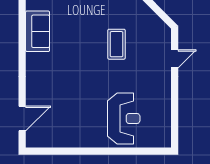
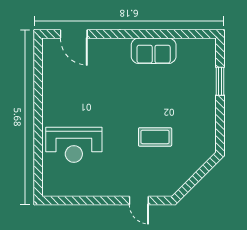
sofa: (38, 31) -> (154, 51), moved

